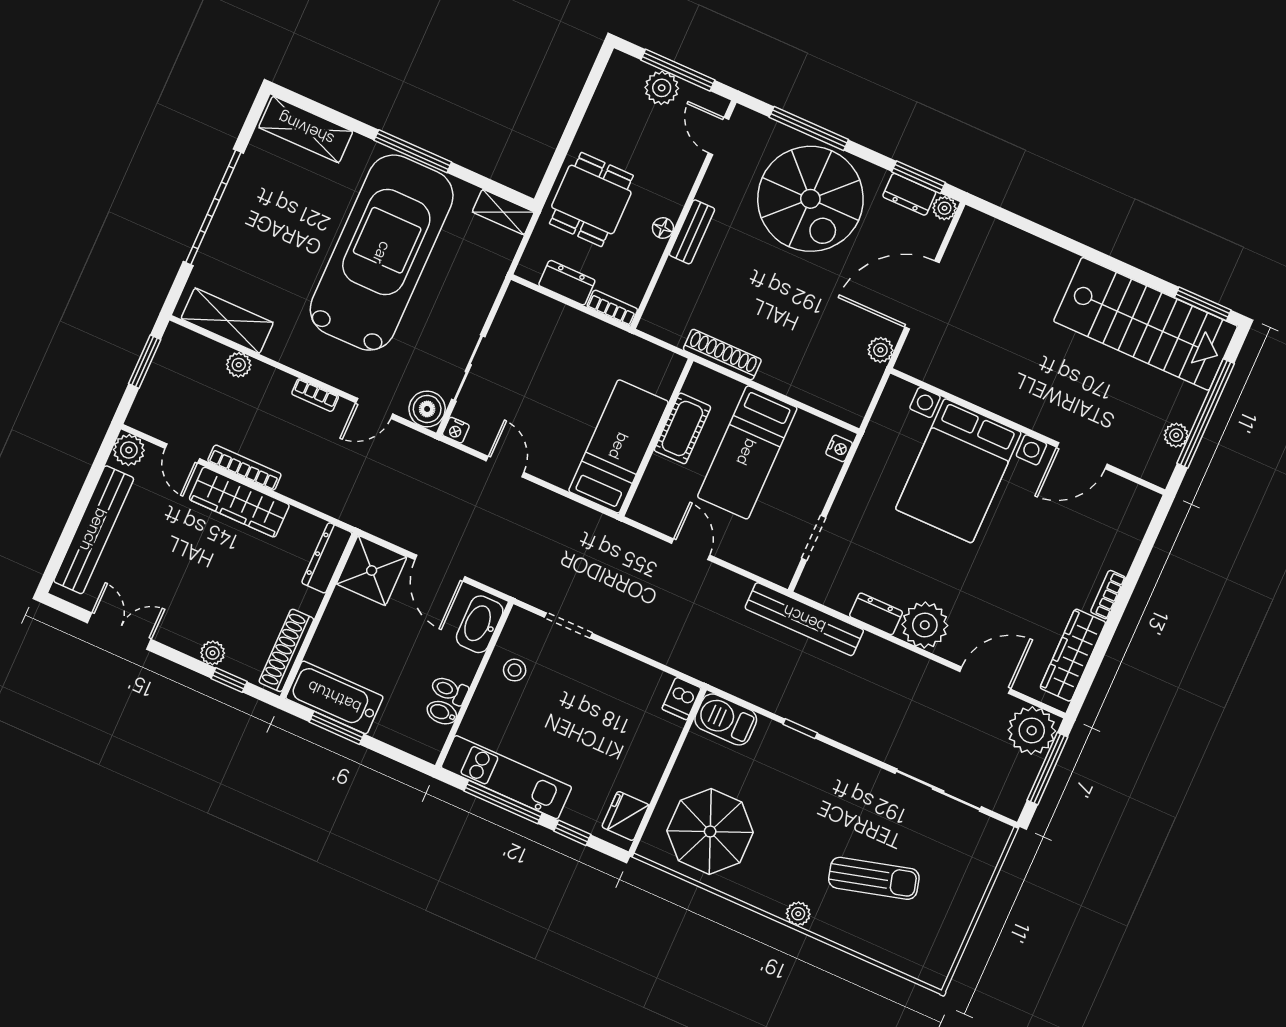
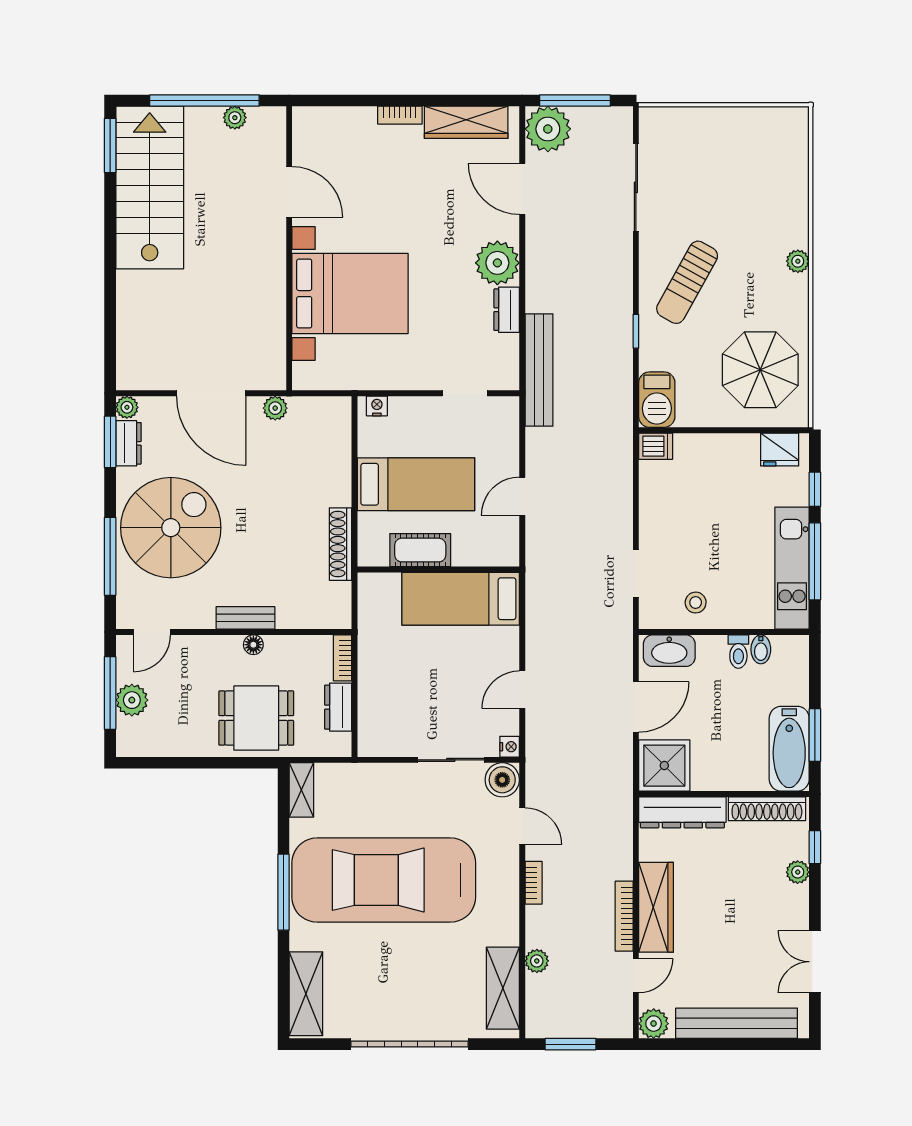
dresser: (327, 558) -> (682, 812), width x1.37, depth x1.24
sun lounger: (874, 878) -> (687, 282), moved, turned -136

